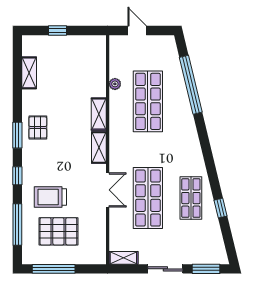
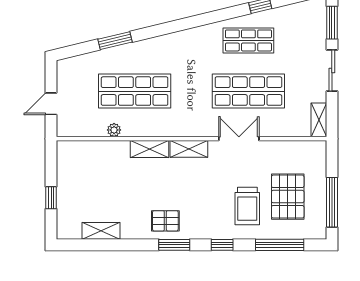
window: (191, 85) -> (115, 41), width x0.47

